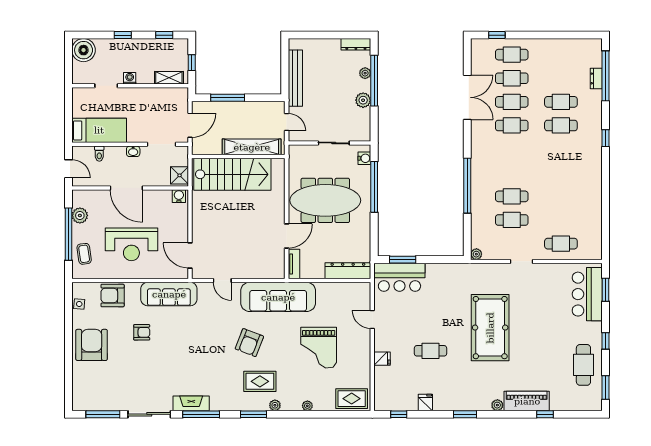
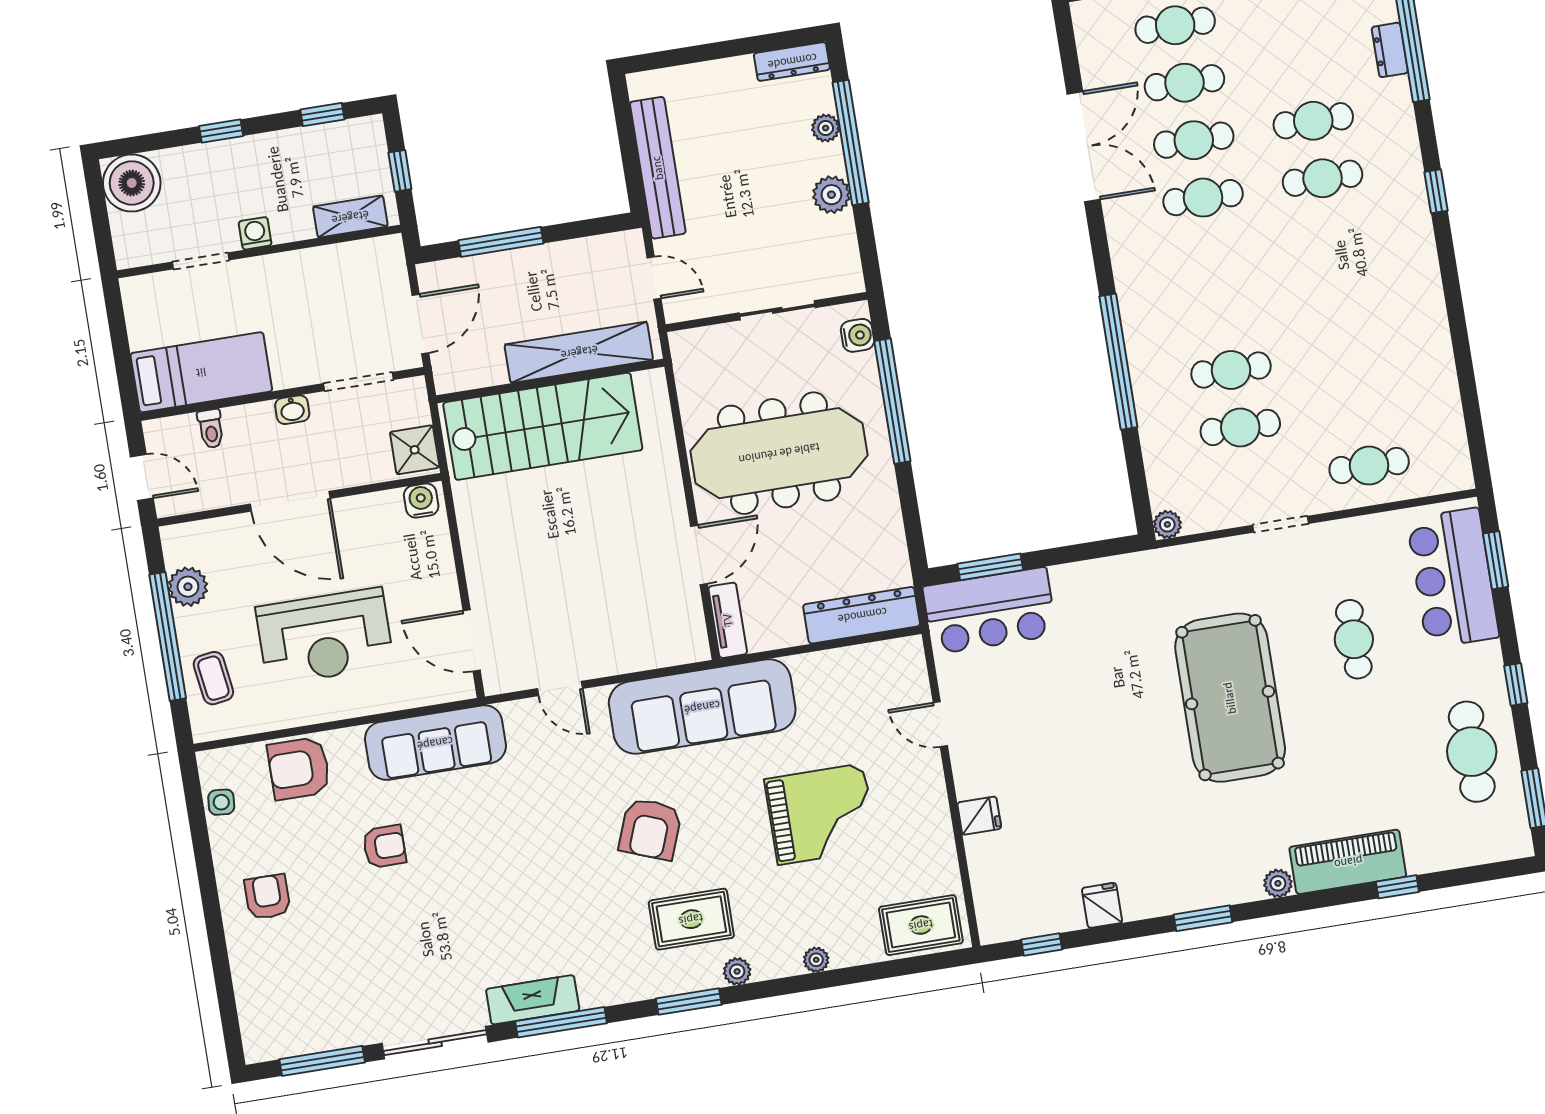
armchair: (92, 345) -> (267, 897), width x0.53, depth x0.53
grand piano: (319, 348) -> (821, 814), turned -90
cafe table: (431, 351) -> (1354, 639), moved, turned 90

